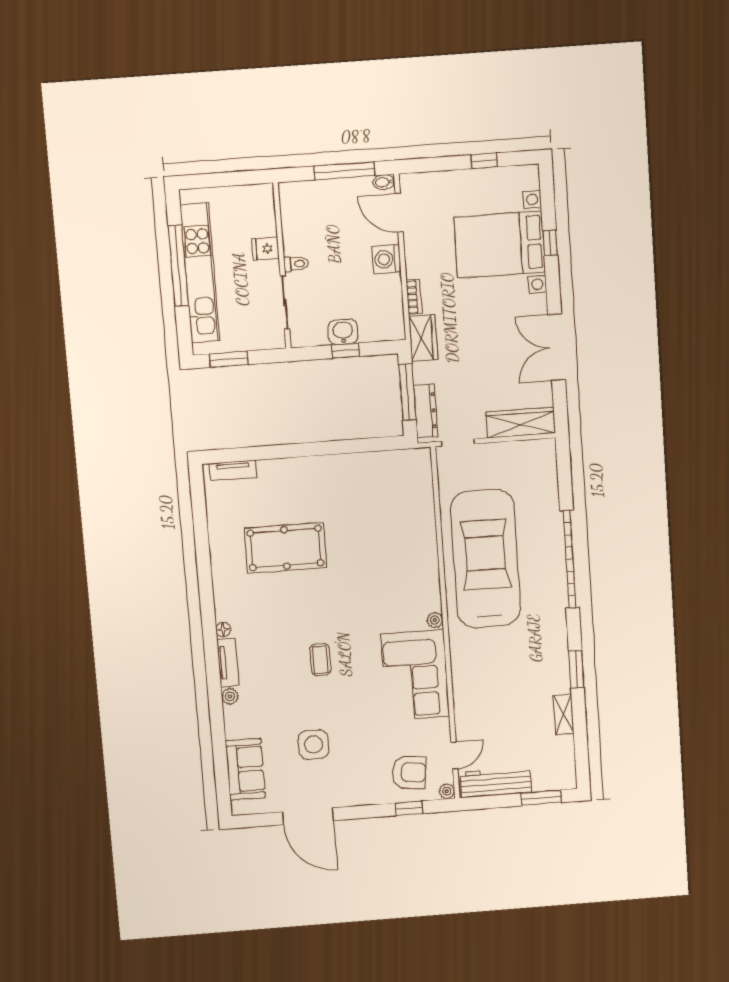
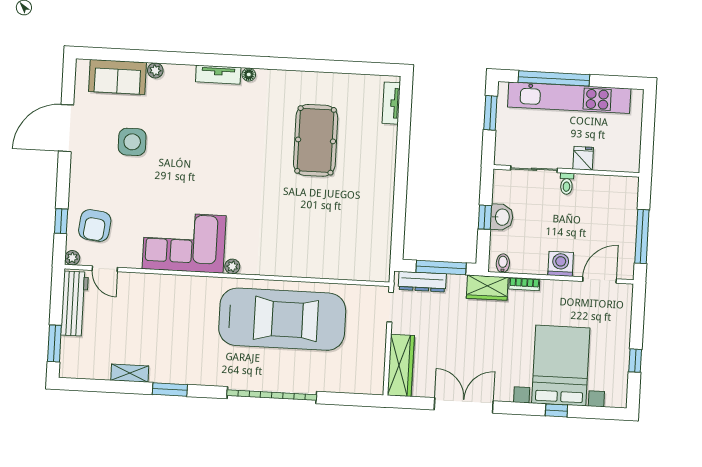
bidet: (384, 182) -> (503, 263), moved
window: (178, 266) -> (554, 78), moved
coffee table: (320, 660) -> (210, 158), removed
plant: (230, 696) -> (155, 70), moved

